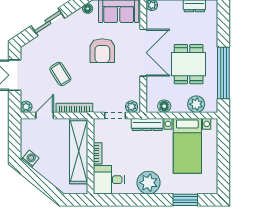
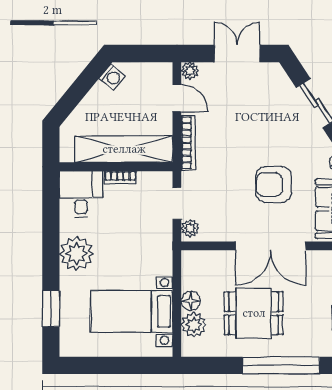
window: (223, 73) -> (281, 365), moved
coffee table: (60, 74) -> (239, 122), removed
floor lamp: (164, 106) -> (191, 301), moved
dresser: (147, 124) -> (163, 252), removed

